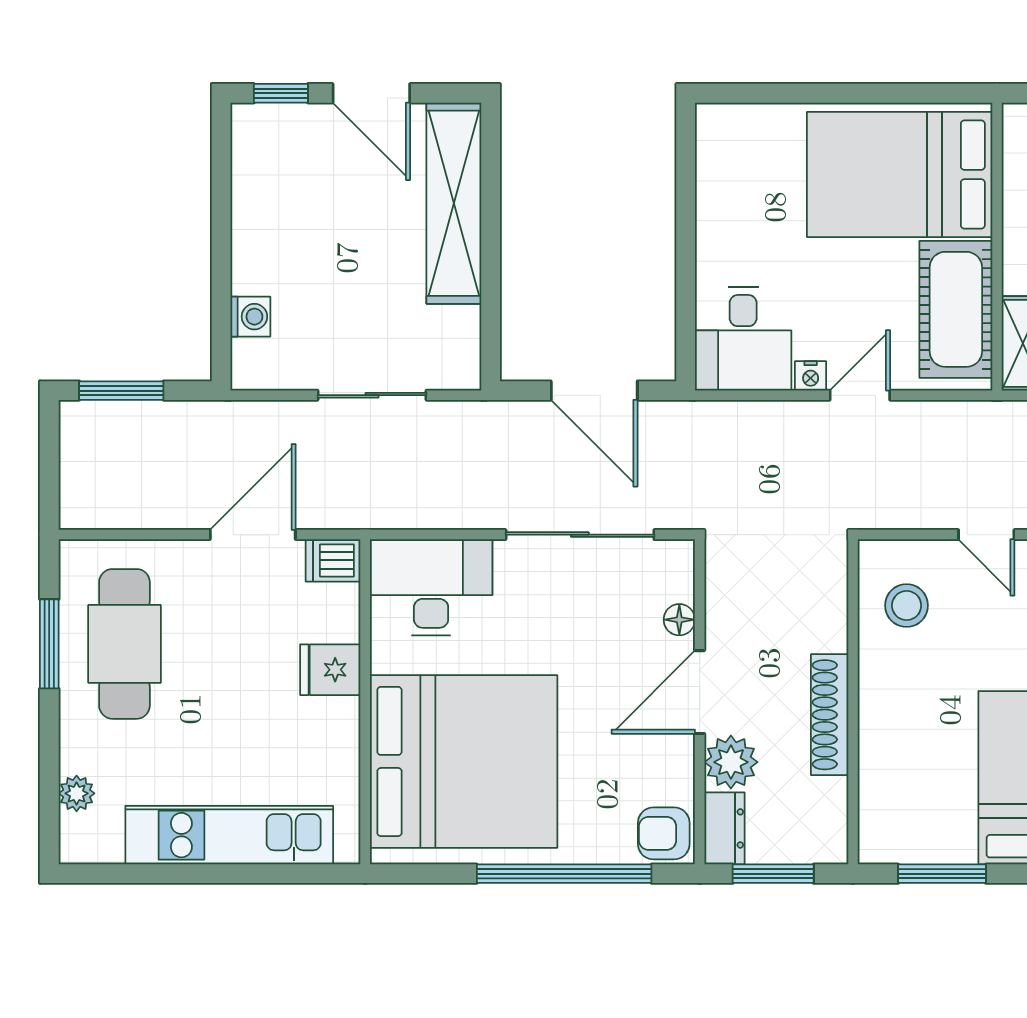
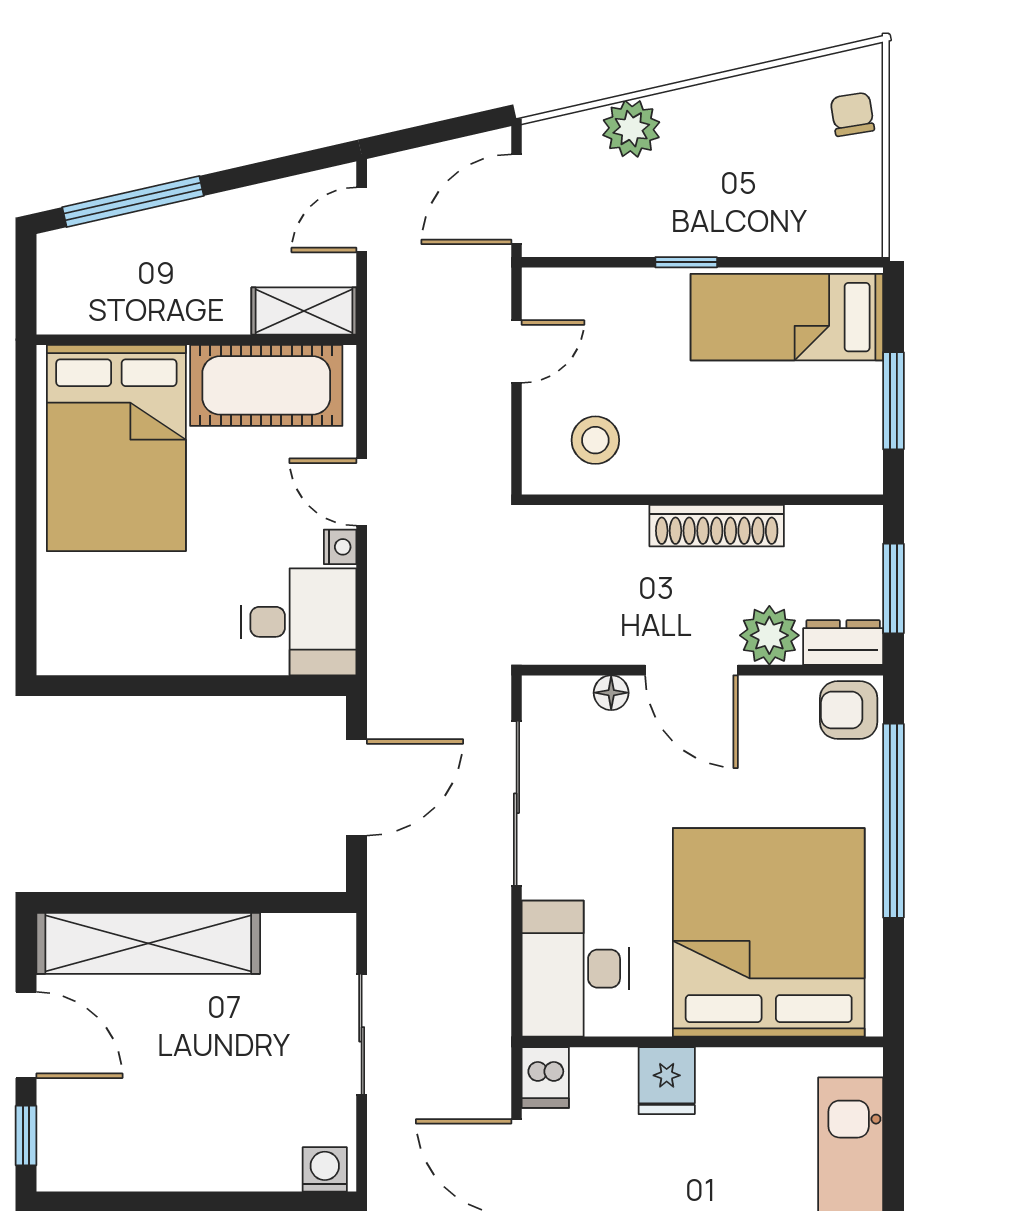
door: (371, 93) -> (26, 1035), hinge flipped
washing machine: (250, 317) -> (325, 1169), moved
armchair: (664, 833) -> (849, 710), turned 90

